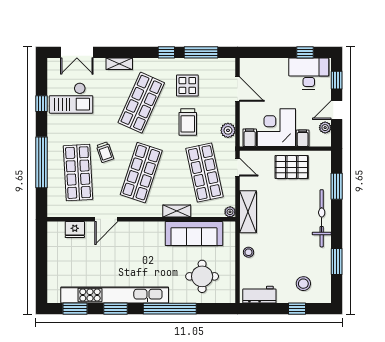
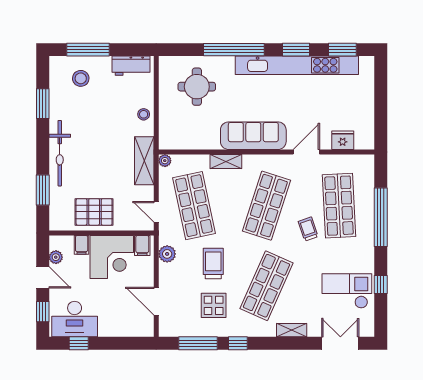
door: (337, 110) -> (43, 277), hinge flipped
sofa: (194, 234) -> (253, 136), moved
window: (297, 309) -> (88, 50), width x2.17

